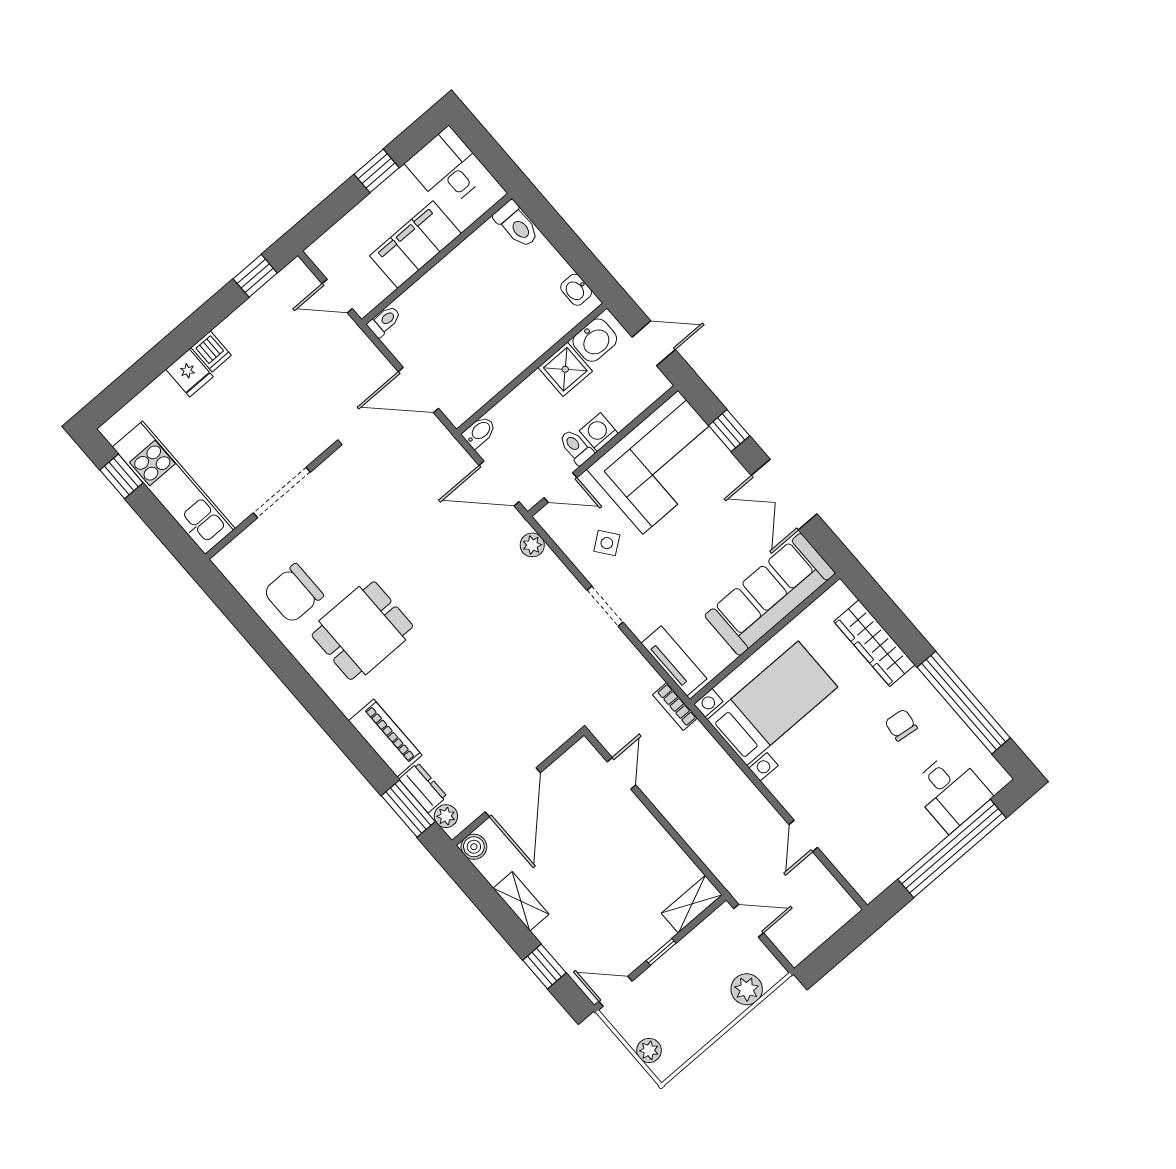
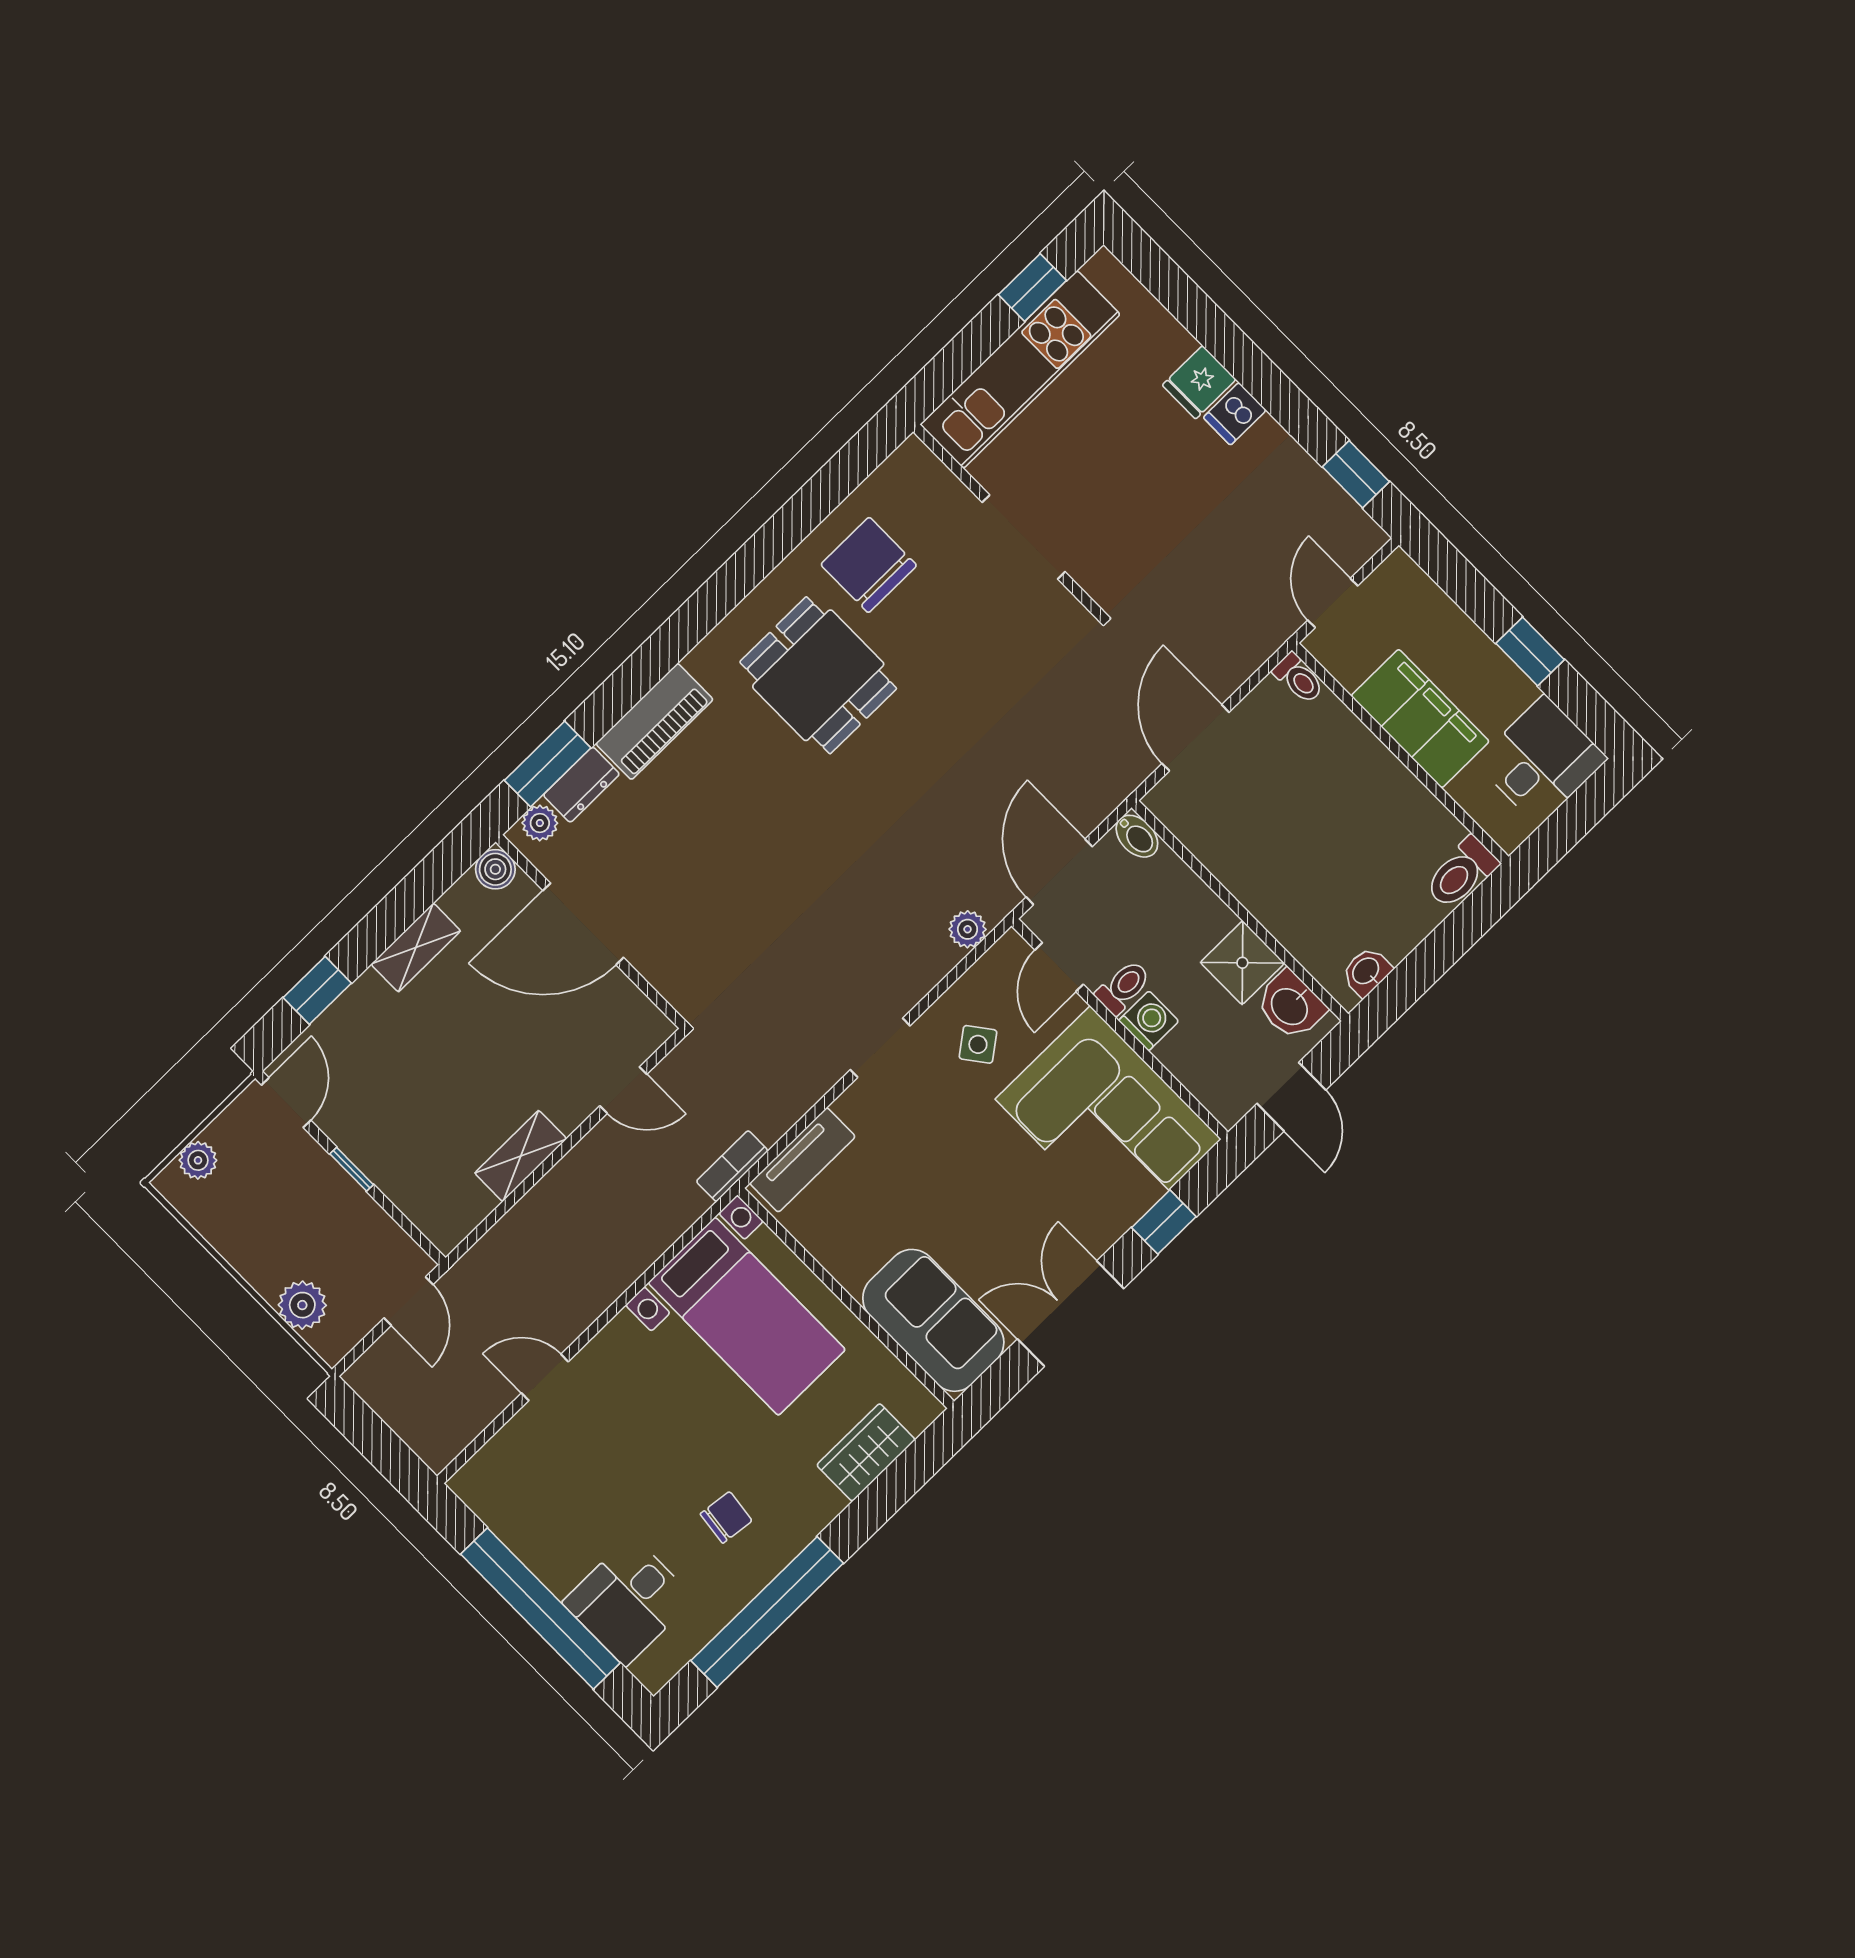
sofa: (770, 594) -> (933, 1320), width x0.73
wardrobe: (874, 643) -> (866, 1452), width x0.67
shelving: (692, 904) -> (521, 1156), moved, turned 90

